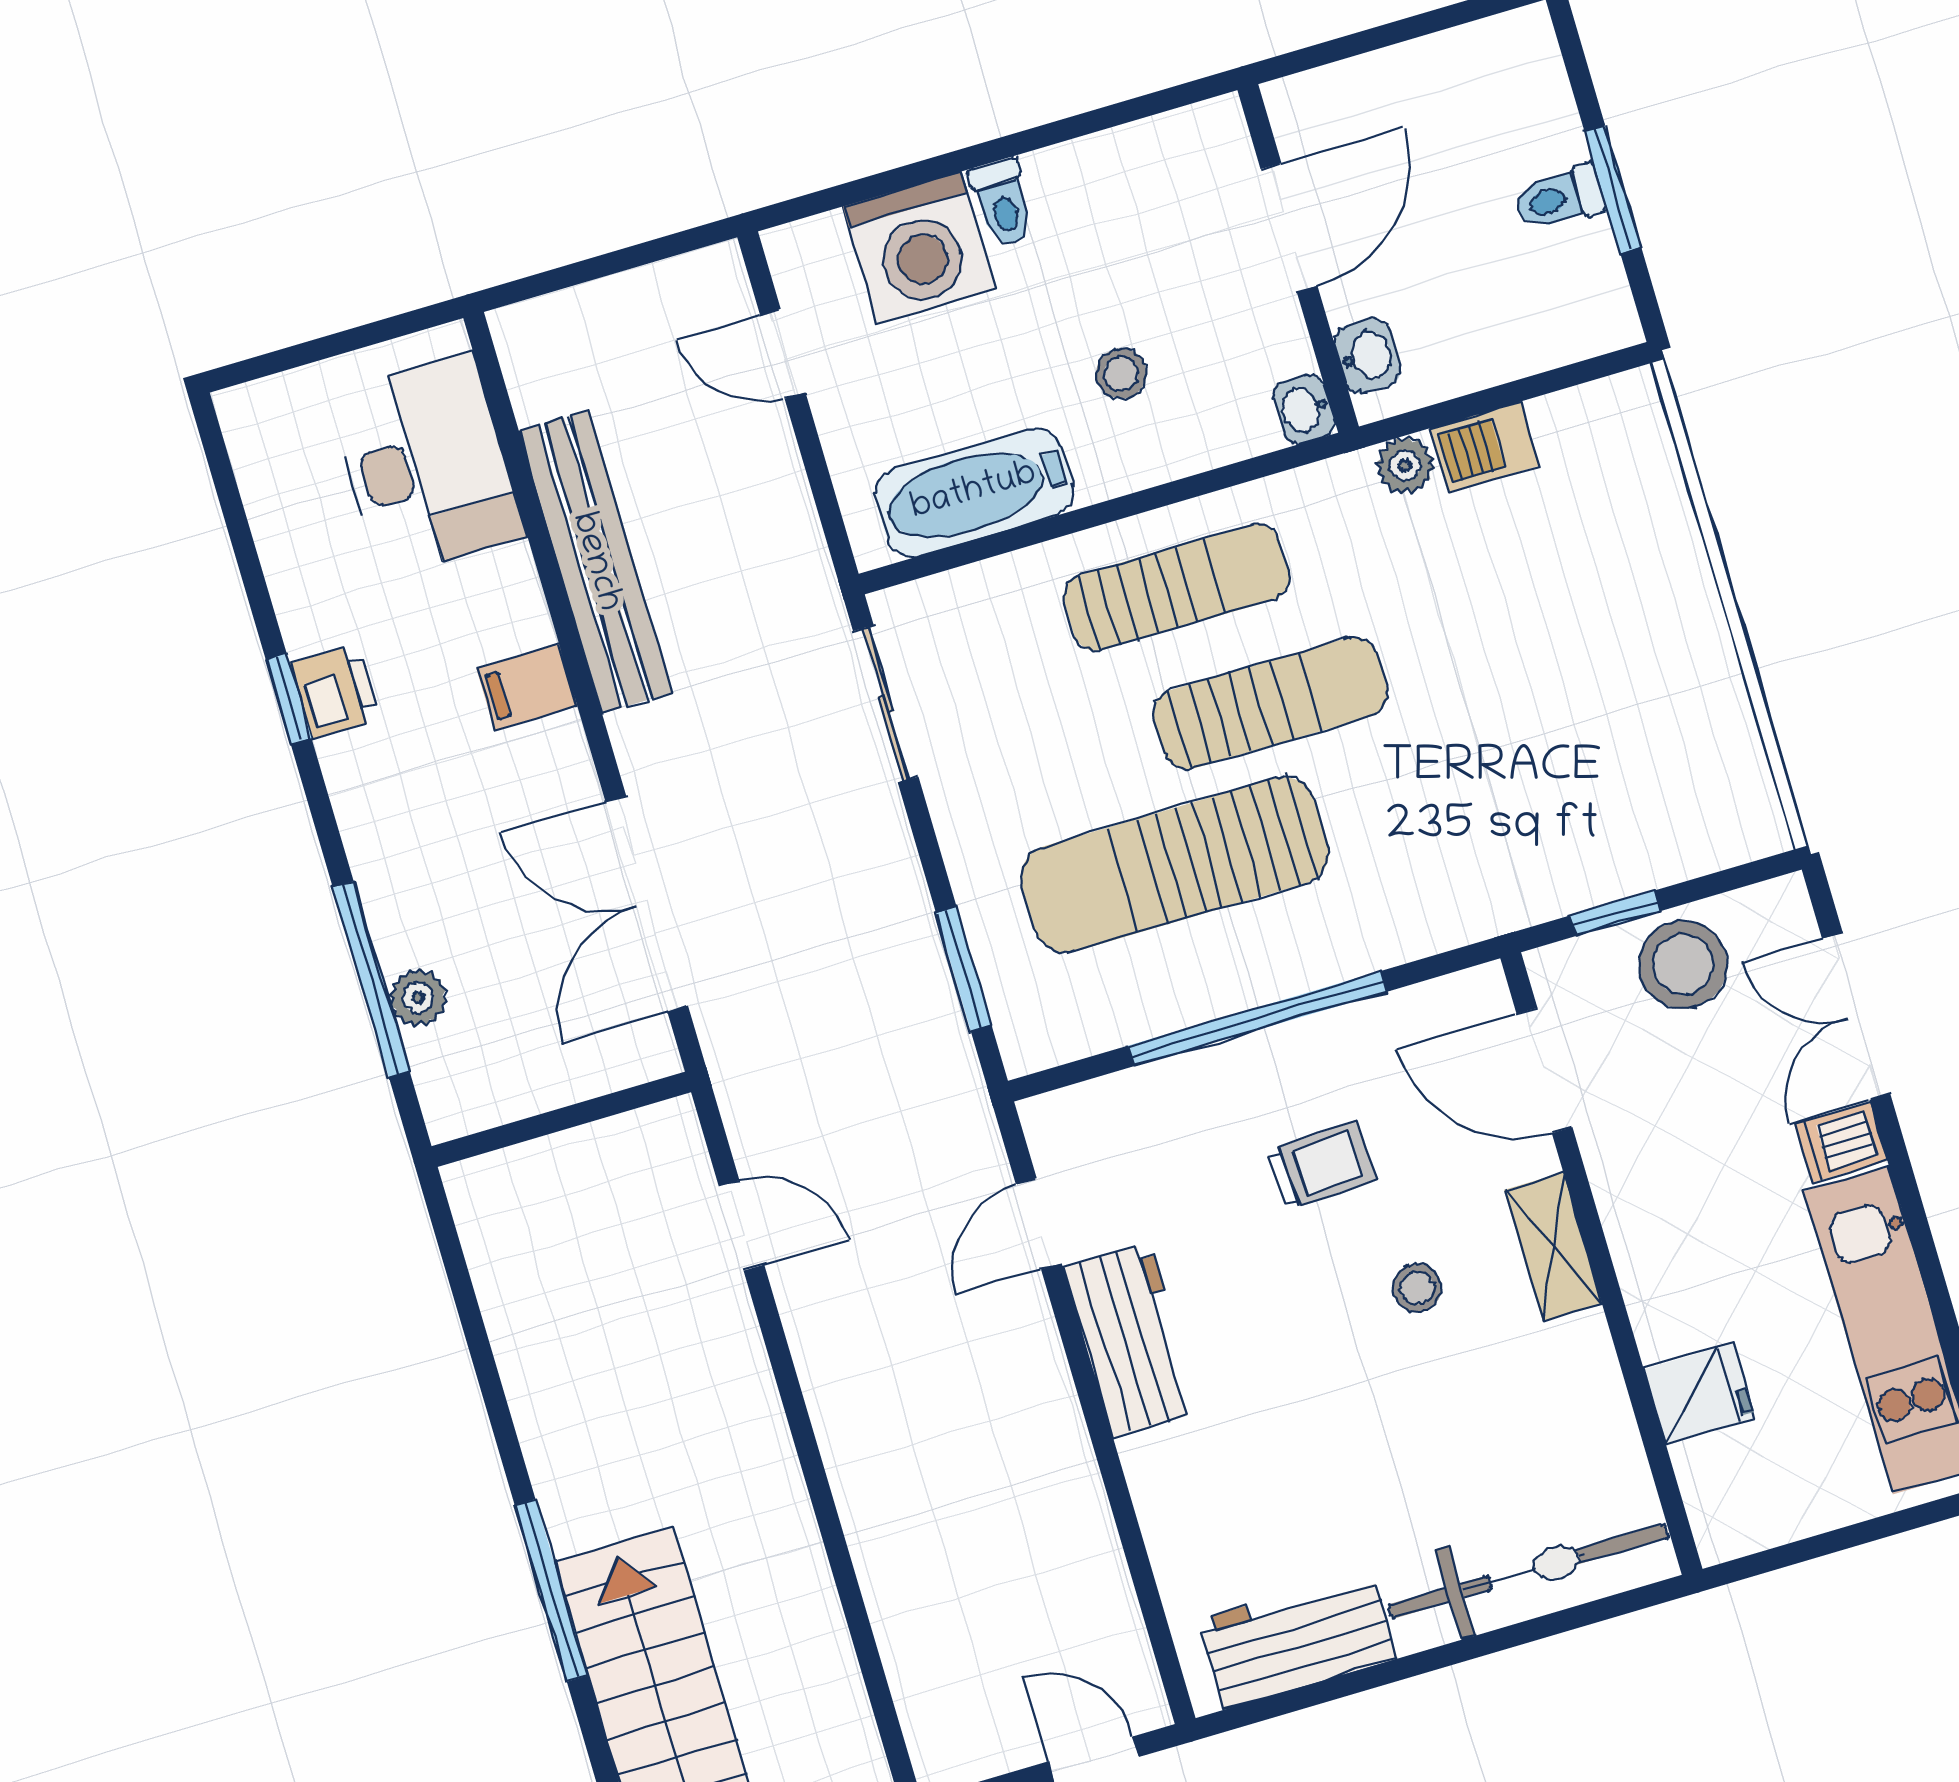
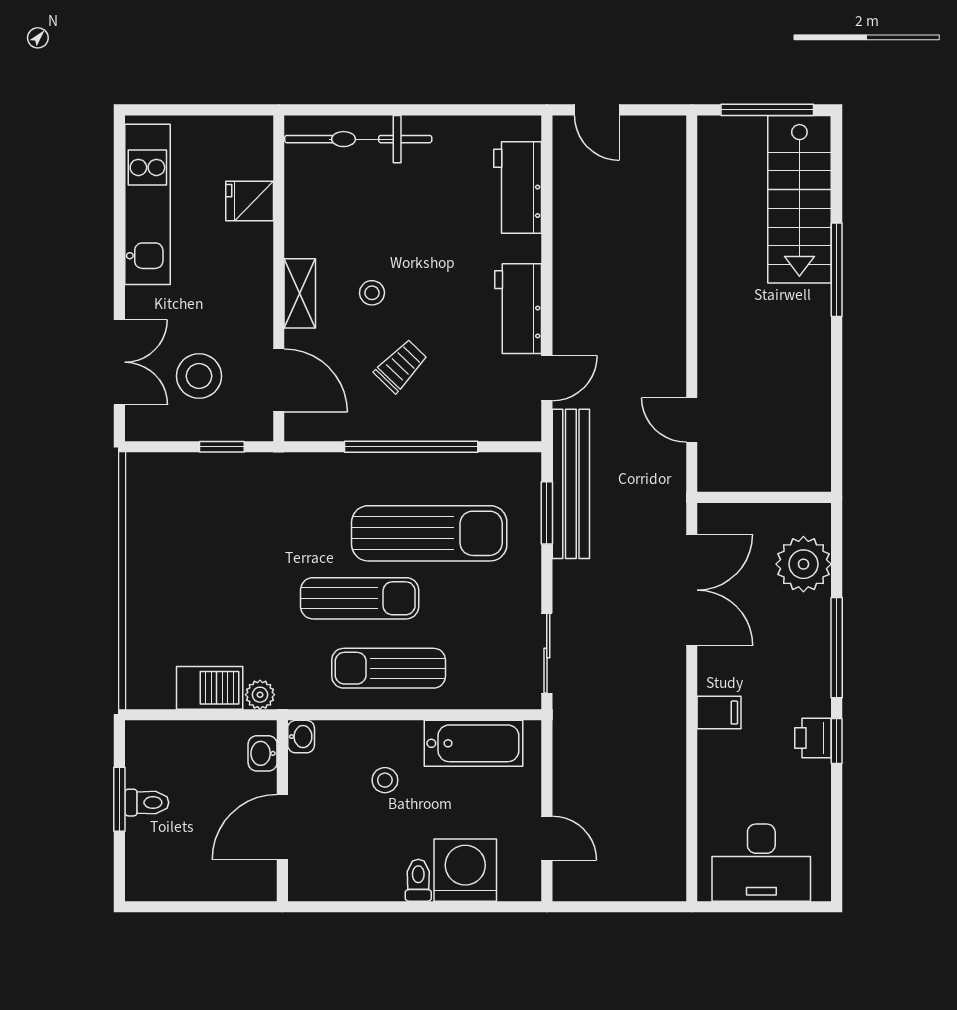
barbecue: (1485, 447) -> (210, 688), width x1.38, depth x1.27
desk: (427, 465) -> (761, 863), moved, turned -90
bench: (595, 562) -> (571, 484), moved
sun lounger: (1270, 703) -> (360, 598), turned 180
stool: (1683, 965) -> (199, 376), moved
window: (371, 980) -> (837, 648), moved
plant: (418, 998) -> (803, 564), width x1.88, depth x1.88
dishwasher: (1841, 1142) -> (145, 303), removed
trolley: (1322, 1166) -> (401, 366), turned 137
workbench: (1298, 1639) -> (518, 188), moved, turned 90

